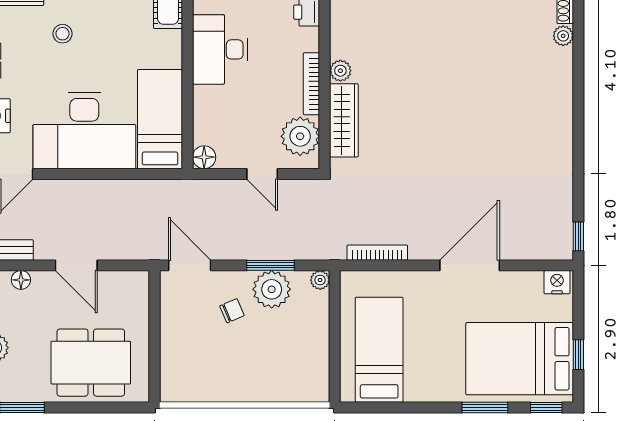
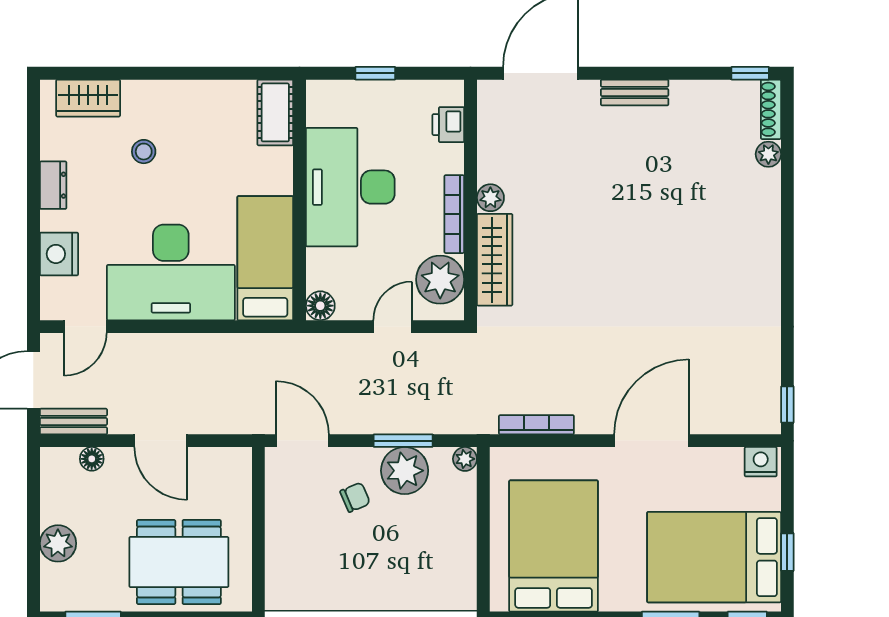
desk: (220, 49) -> (350, 187), width x1.36, depth x1.30
door: (262, 174) -> (393, 327), swing flipped
bed: (379, 350) -> (554, 546), width x1.50

